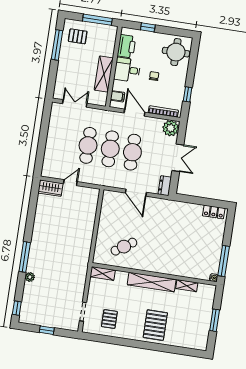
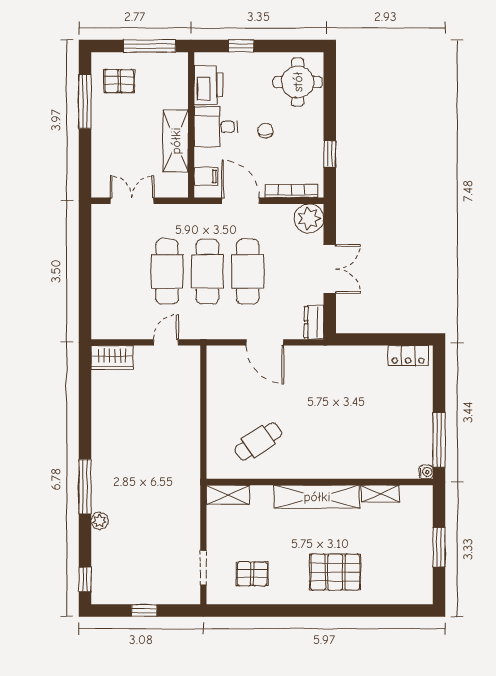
door: (70, 183) -> (166, 342), moved
pallet: (109, 319) -> (252, 574), turned 90
pallet: (155, 325) -> (335, 572), turned 90

